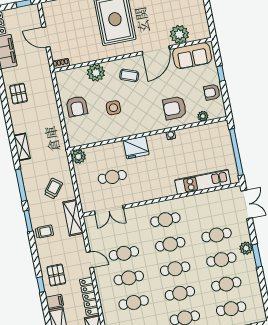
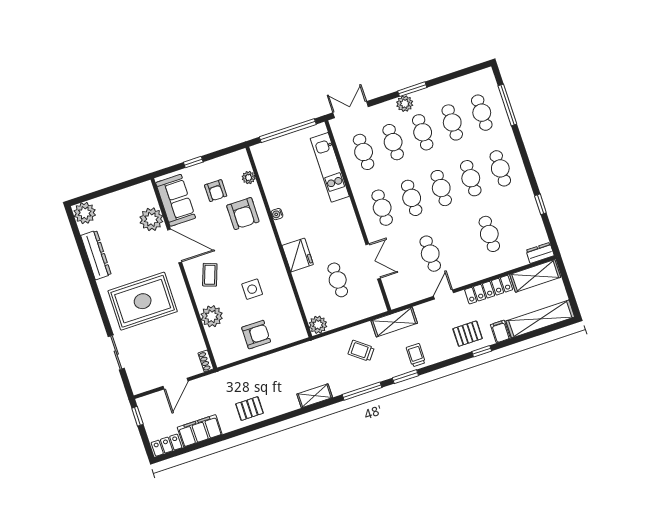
armchair: (212, 92) -> (216, 191), moved
double door: (109, 210) -> (373, 261), moved
cafe table: (129, 278) -> (364, 152), moved

